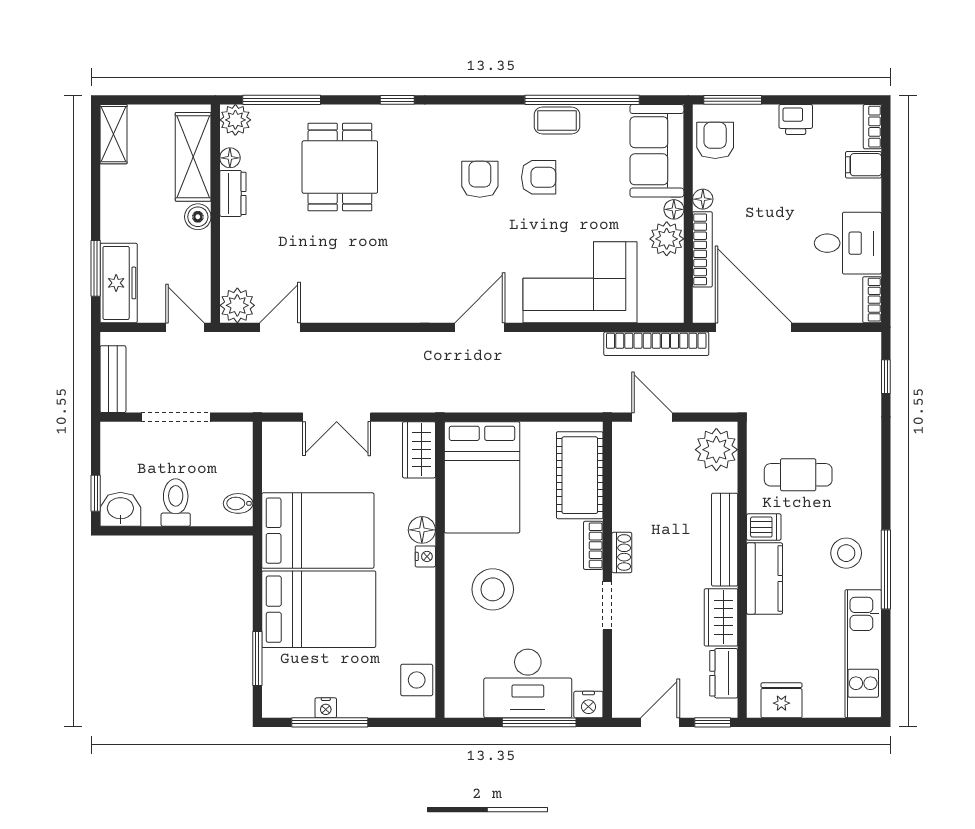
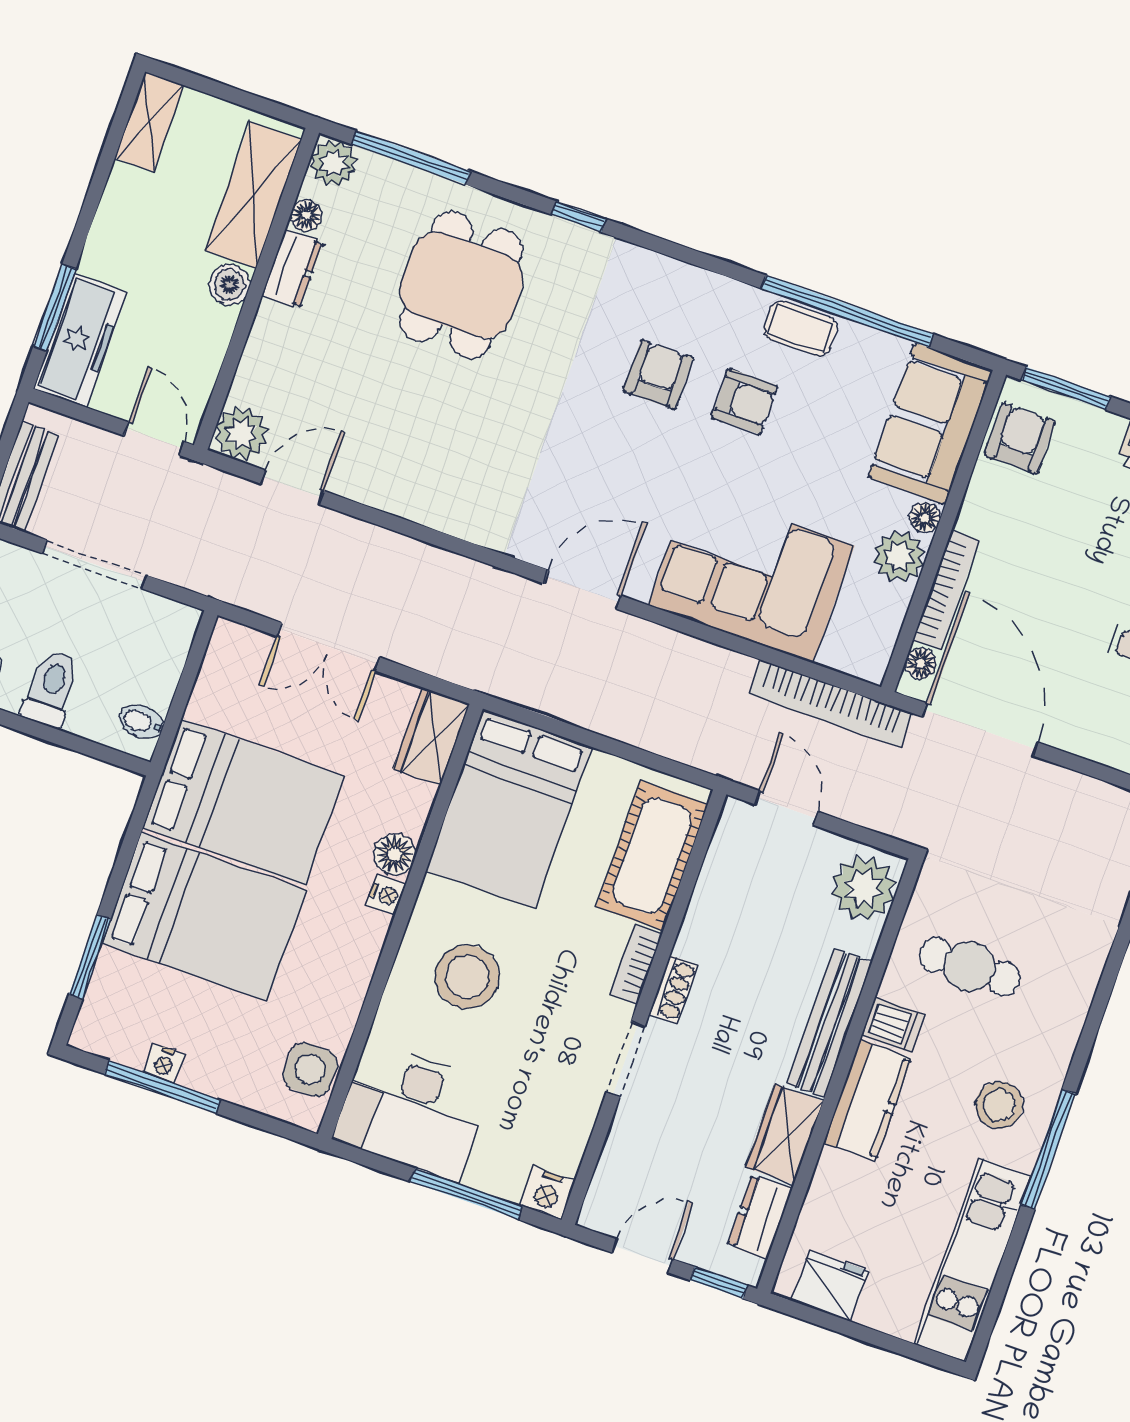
floor lamp: (703, 199) -> (921, 663), moved
desk: (528, 683) -> (412, 1111), moved

